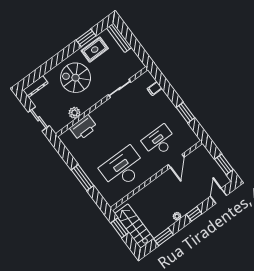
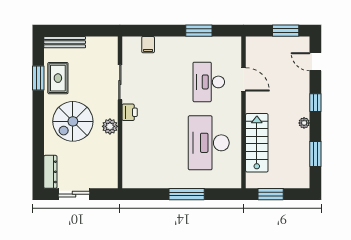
plant: (74, 113) -> (110, 126), moved
sliding door: (39, 119) -> (74, 194), moved
printer: (83, 128) -> (130, 112), moved, width x0.53, depth x0.68
stairs: (134, 226) -> (257, 143), moved, turned 90

